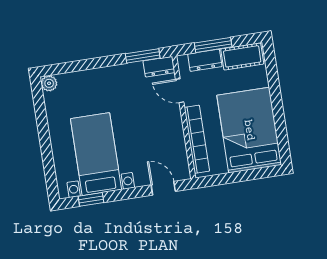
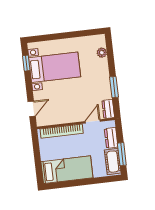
window: (213, 45) -> (122, 154), moved
window: (143, 56) -> (114, 87), moved
plant: (49, 83) -> (102, 53), moved
bed: (249, 130) -> (67, 170), width x0.67

